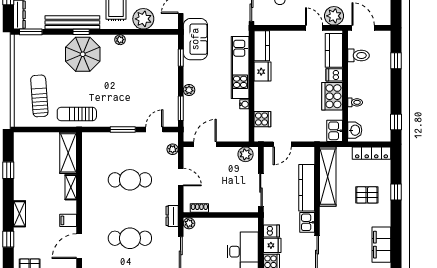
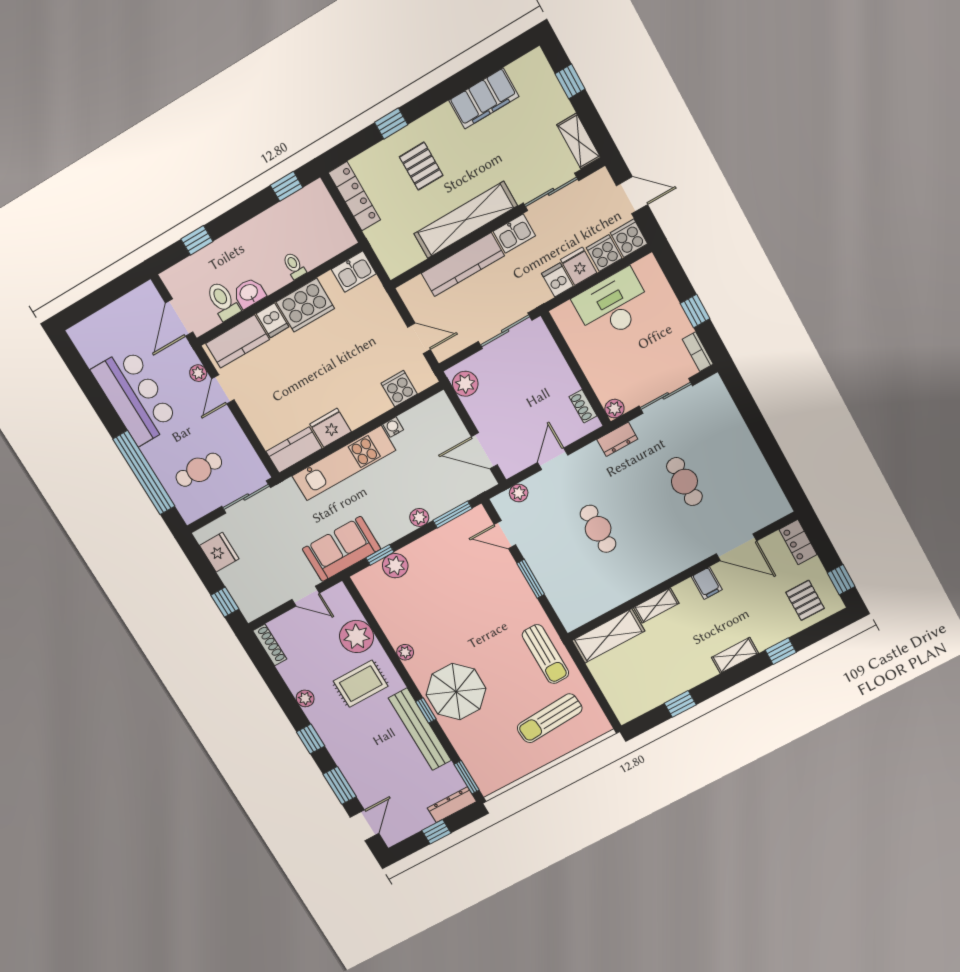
plant: (334, 16) -> (198, 373), width x0.53, depth x0.53
plant: (170, 62) -> (395, 566), added
washbasin: (355, 130) -> (249, 293), moved
shelving: (328, 177) -> (466, 220), moved
cafe table: (130, 180) -> (598, 529), width x0.73, depth x0.74
cafe table: (130, 238) -> (684, 482), width x0.73, depth x0.74

